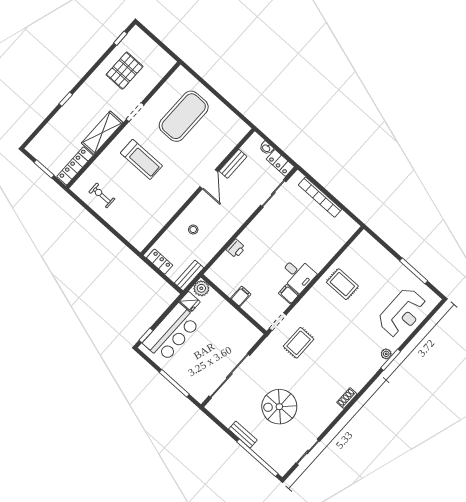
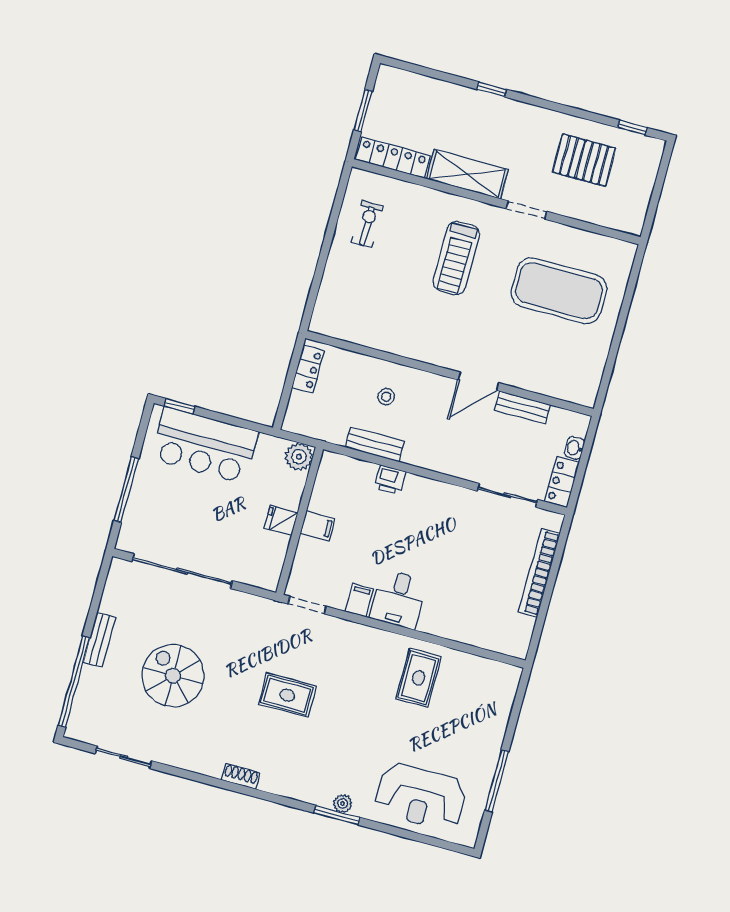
bench: (189, 275) -> (375, 445), moved
fridge: (190, 301) -> (281, 521), moved, turned 90
rug: (299, 343) -> (287, 695), moved

